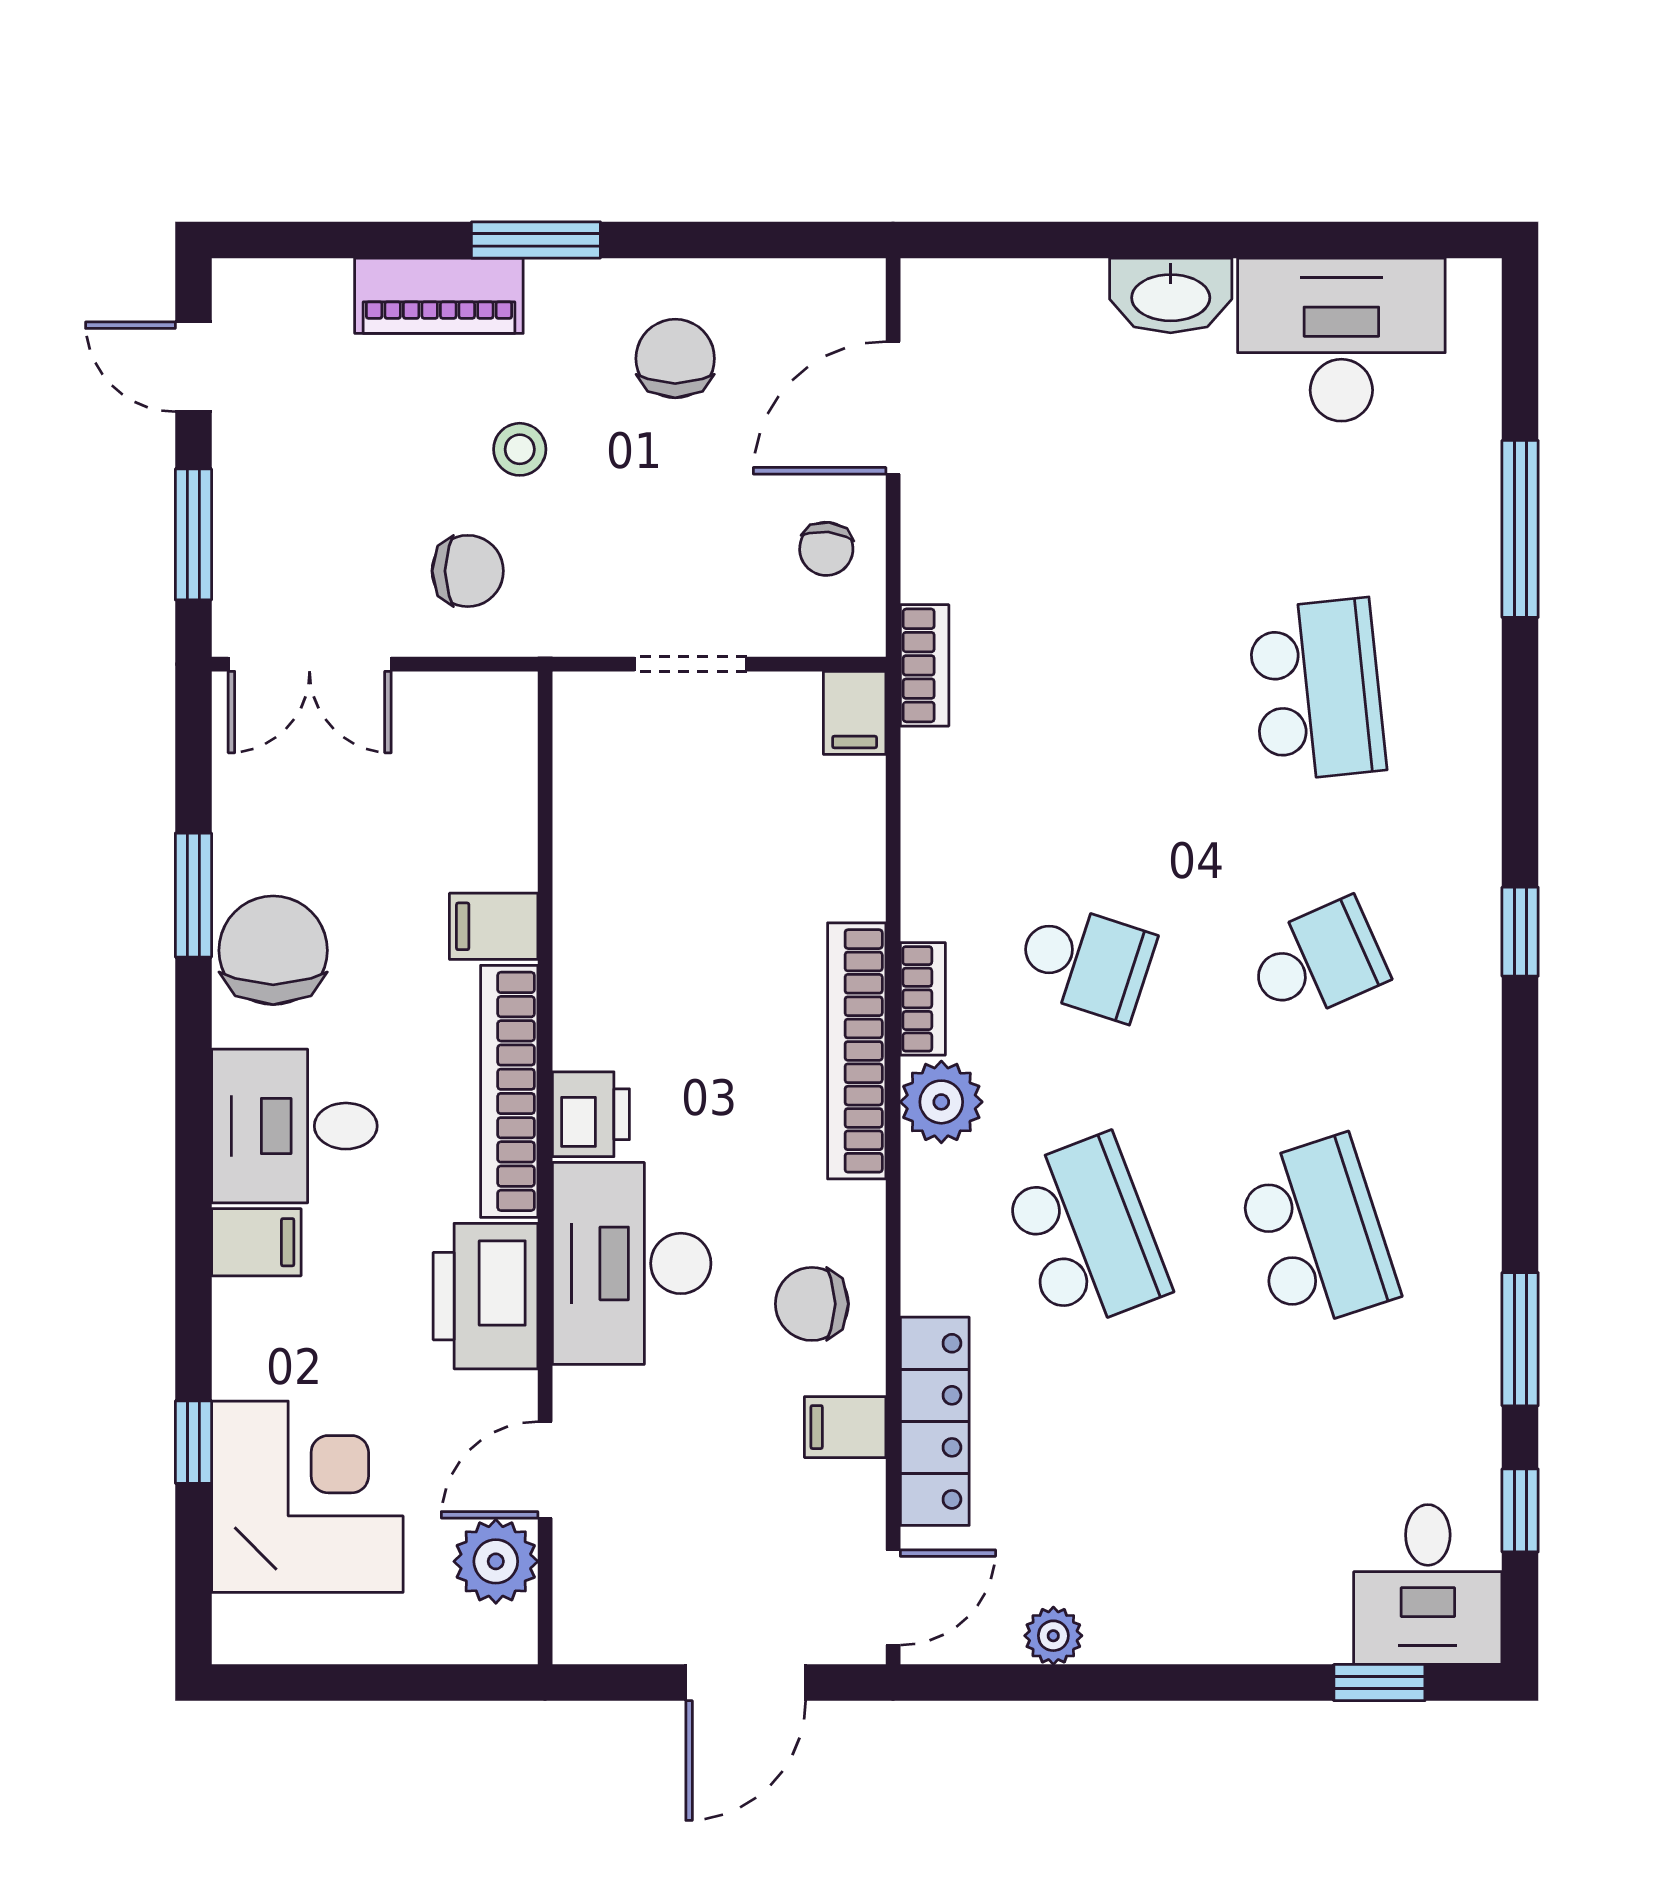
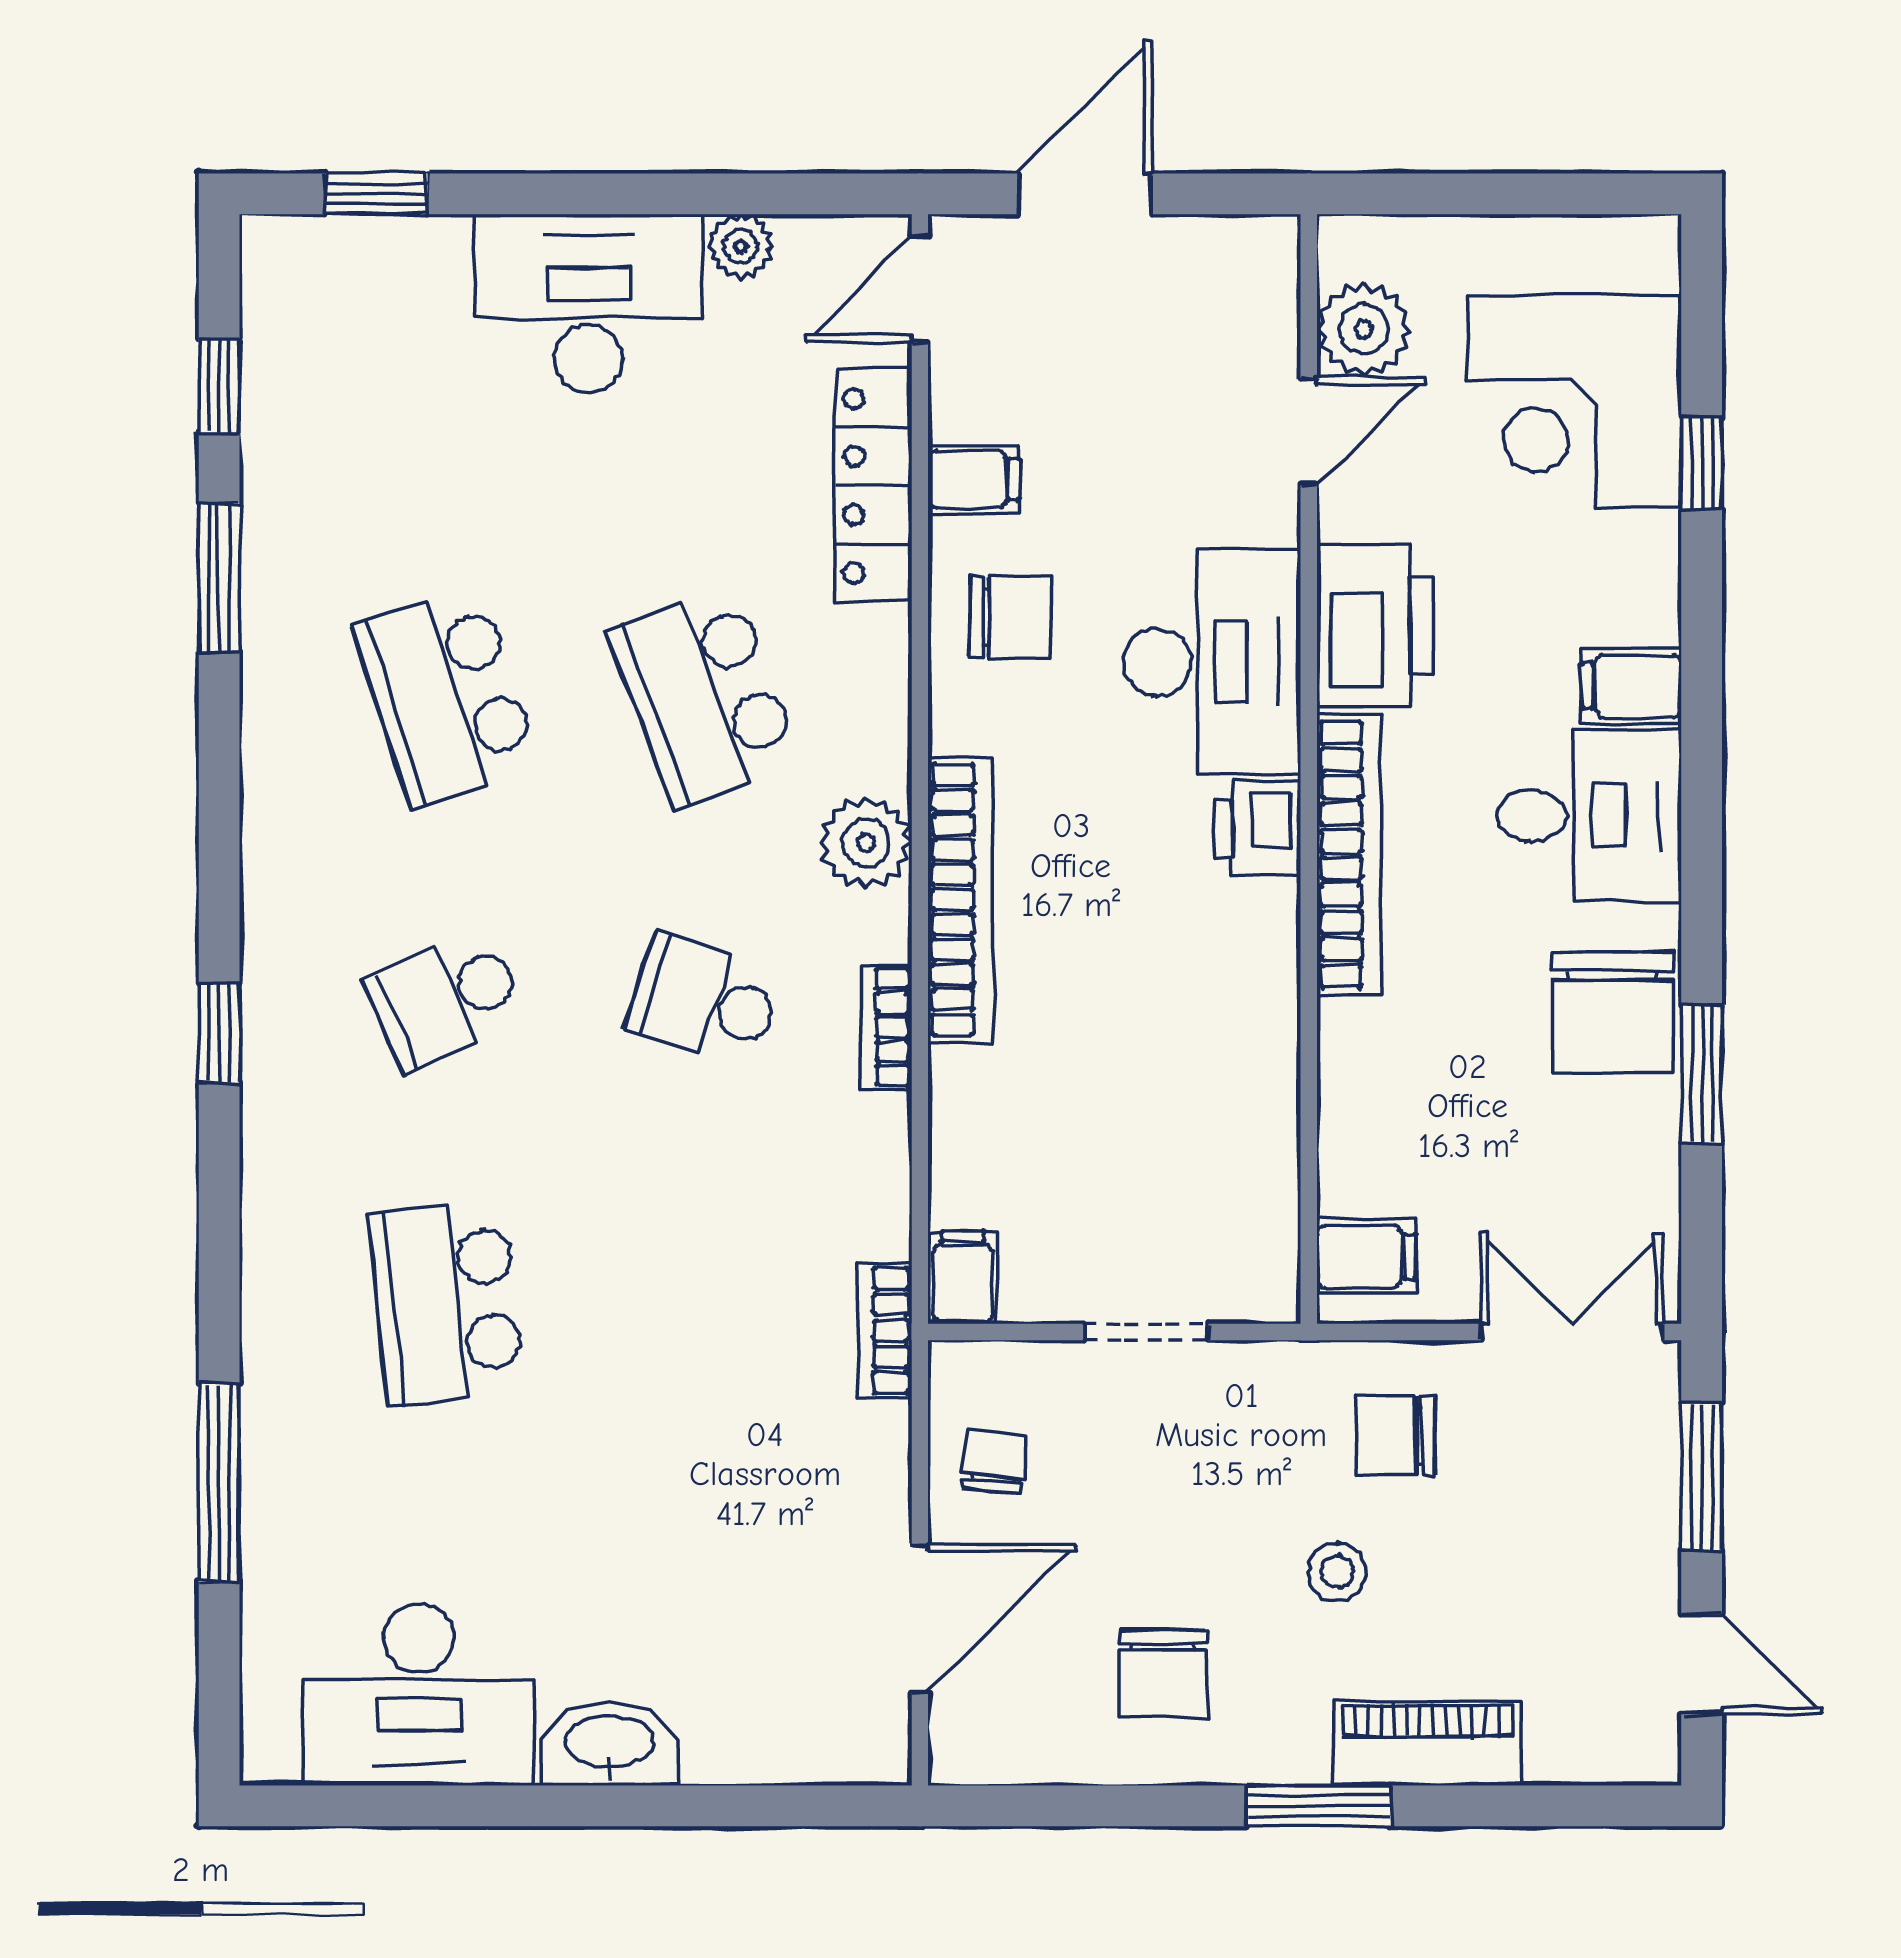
filing cabinet: (494, 926) -> (1366, 1256), moved
bookcase: (923, 999) -> (887, 1027), moved
desk: (1428, 1585) -> (588, 303), moved, width x1.37

